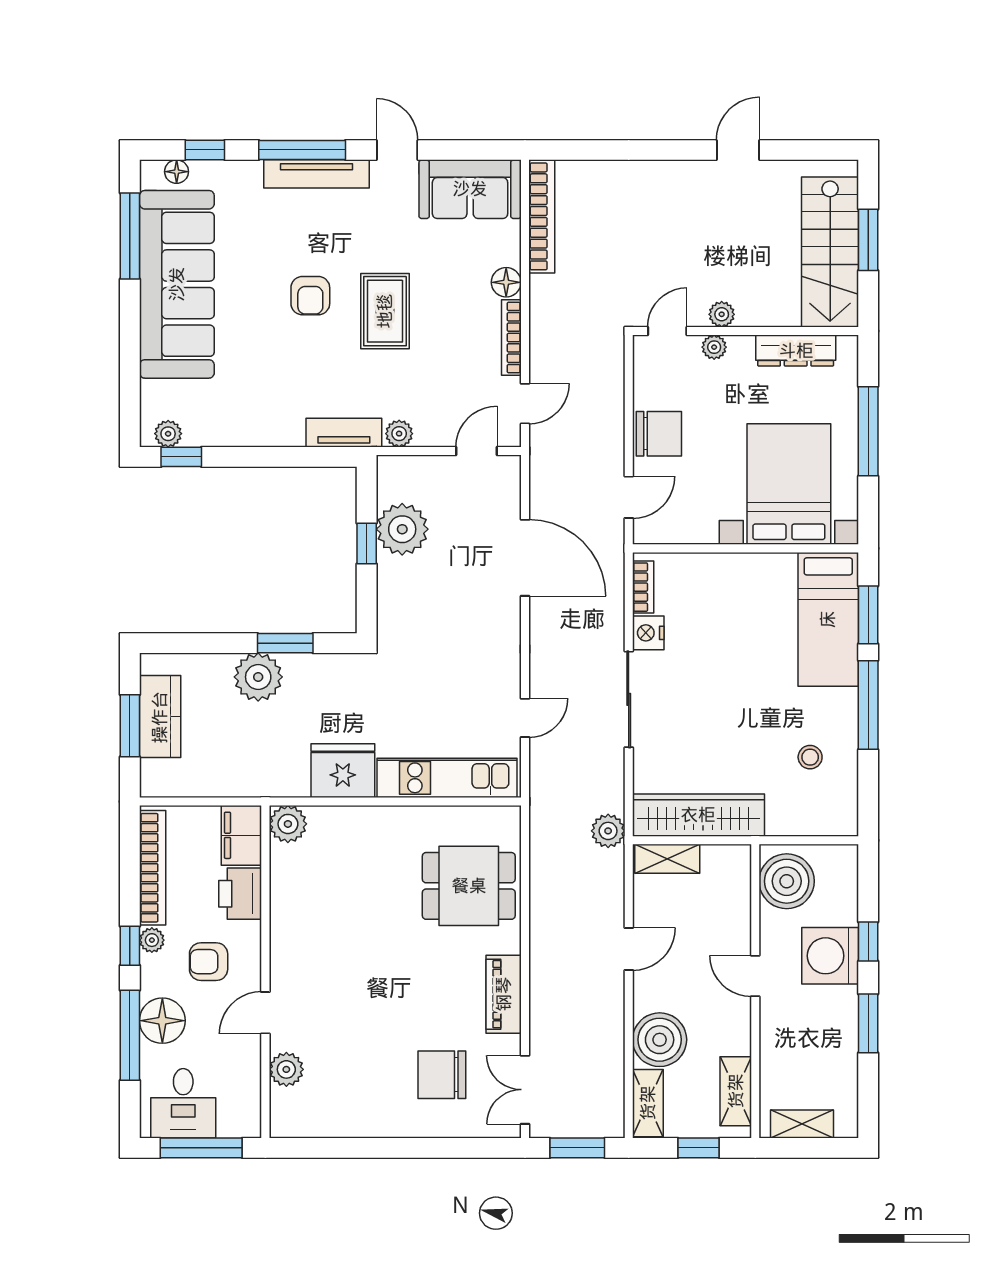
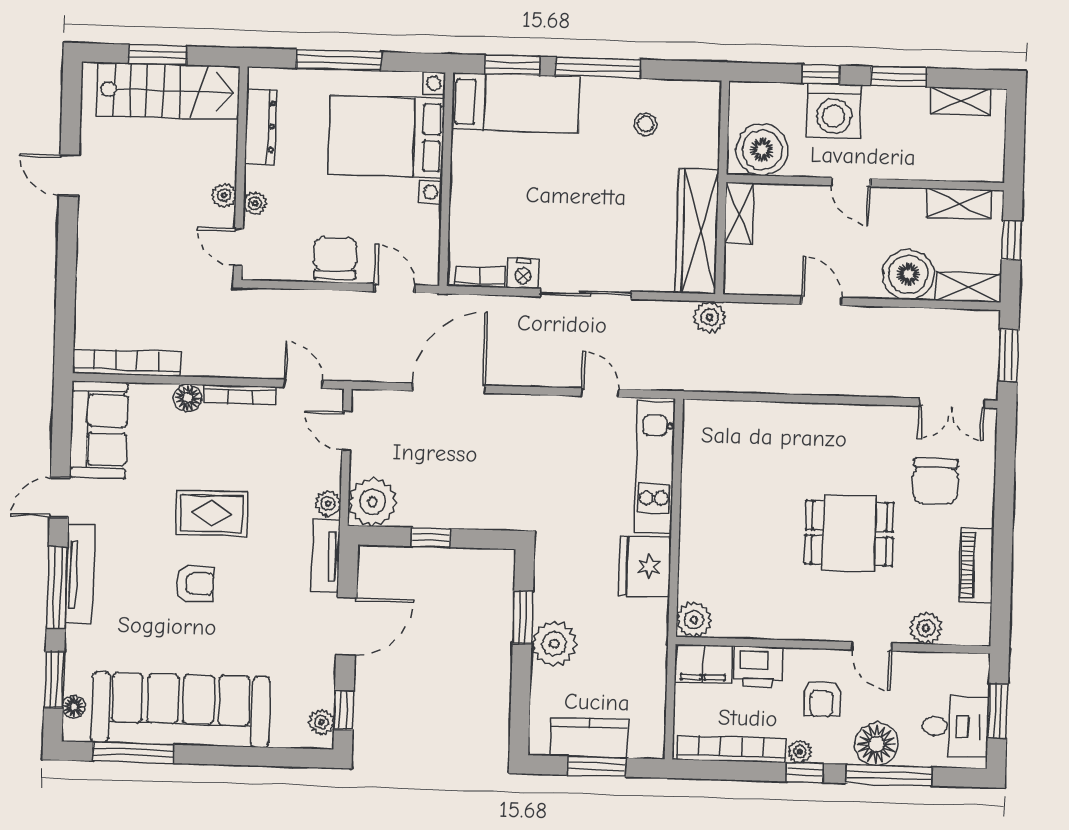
window: (205, 150) -> (54, 679), width x1.50
door: (270, 457) -> (346, 626), added
plant: (402, 529) -> (373, 502), moved
shelving: (667, 859) -> (739, 213), moved
dining table: (469, 886) -> (849, 533), moved, turned 90
door: (755, 976) -> (851, 182), hinge flipped
piano: (504, 994) -> (976, 565), moved, turned 90
shelving: (802, 1124) -> (960, 101), moved, turned 90
window: (201, 1148) -> (998, 711), width x0.69

